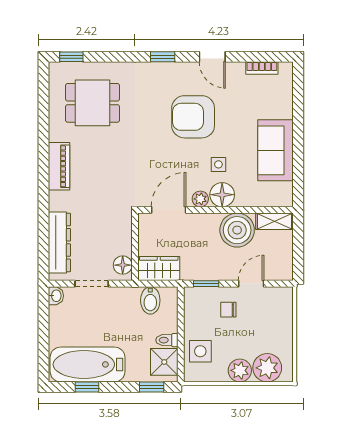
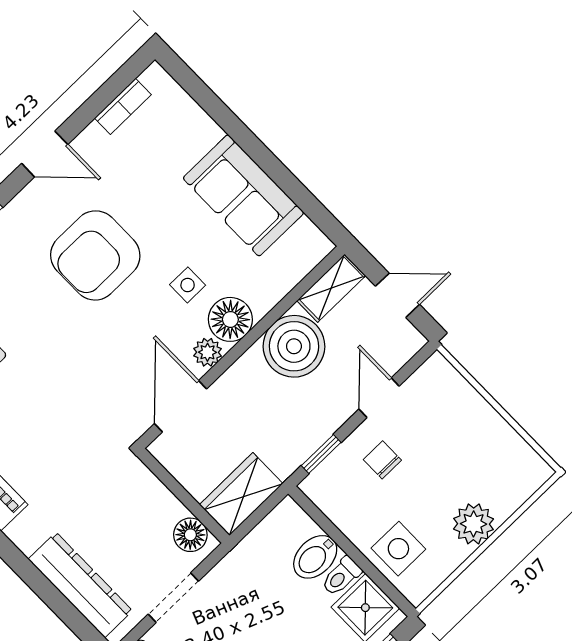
door: (298, 250) -> (397, 295), added
bidet: (150, 300) -> (315, 557), moved, turned 90
chair: (228, 310) -> (382, 460), turned 90
plant: (267, 368) -> (505, 486), removed

